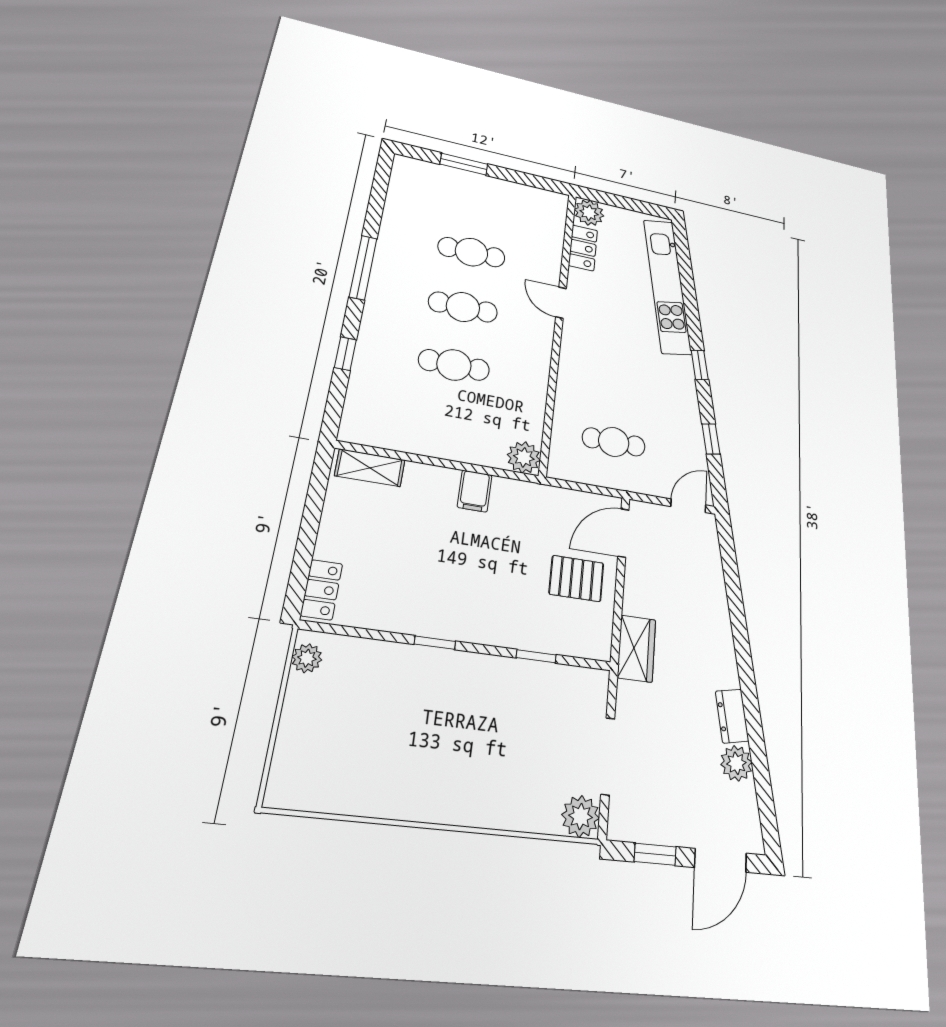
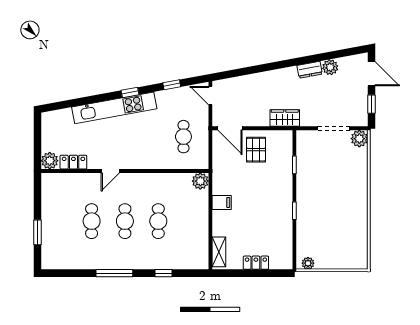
kitchen unit: (667, 286) -> (114, 108), moved
locker: (322, 590) -> (256, 263), moved

